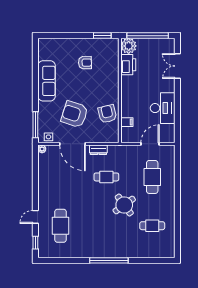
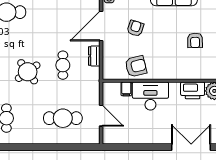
double door: (177, 66) -> (191, 147), width x1.37
desk: (163, 108) -> (150, 96), moved, turned 180
armchair: (74, 114) -> (135, 28), width x0.53, depth x0.53
round table: (124, 205) -> (28, 72), moved

